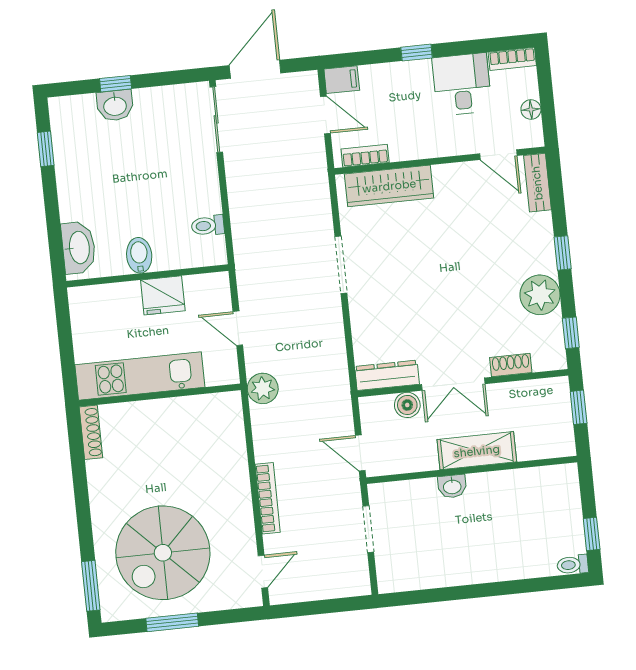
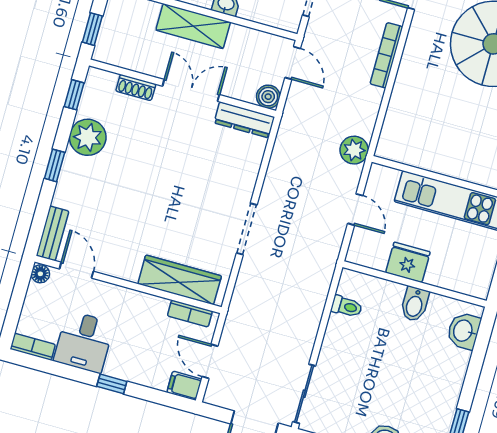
floor lamp: (531, 109) -> (40, 274), moved
washbasin: (78, 248) -> (464, 331), width x0.72
boiler: (407, 405) -> (268, 97), moved

